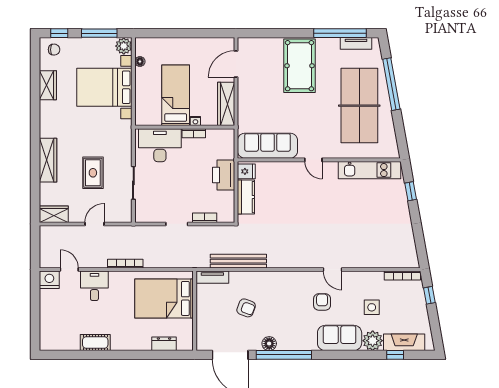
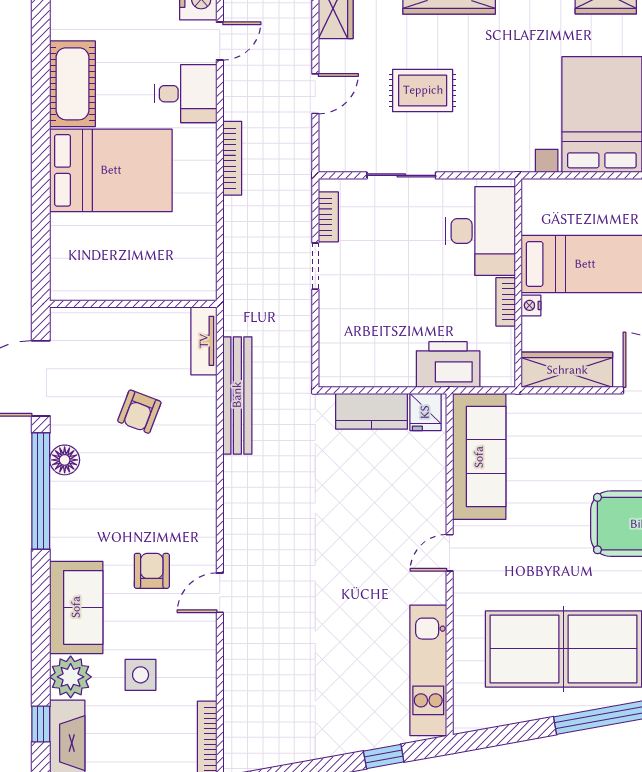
printer: (224, 175) -> (448, 365), moved
bookcase: (205, 218) -> (328, 217), moved
door: (94, 224) -> (315, 94), hinge flipped
bed: (164, 298) -> (111, 170), moved, turned 90
armchair: (322, 302) -> (152, 571), turned -90
cot: (95, 343) -> (72, 84), width x1.37, depth x1.34
dresser: (164, 344) -> (64, 240), removed

